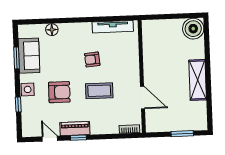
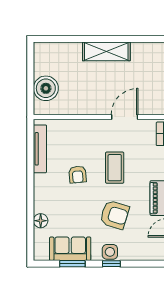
boiler: (193, 29) -> (46, 88), moved
armchair: (59, 92) -> (115, 215), turned 107
window: (18, 104) -> (111, 264), moved

